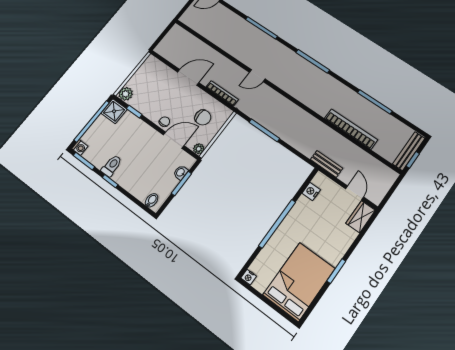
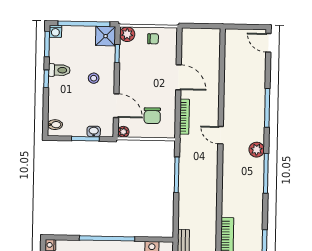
plant: (289, 56) -> (257, 150), added
chair: (164, 122) -> (153, 39), moved
stool: (139, 143) -> (94, 78), added

